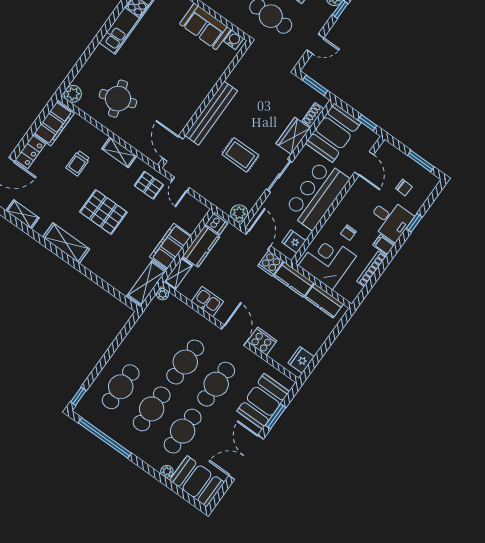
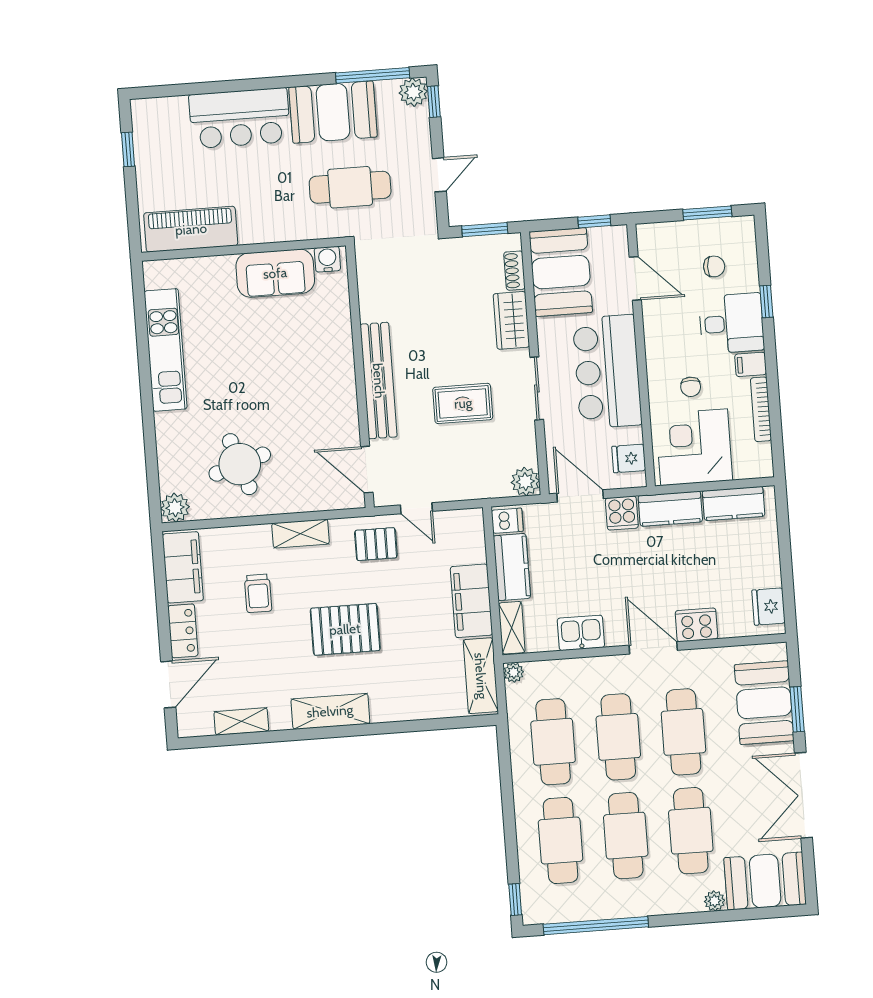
cafe table: (154, 340) -> (553, 742), added

